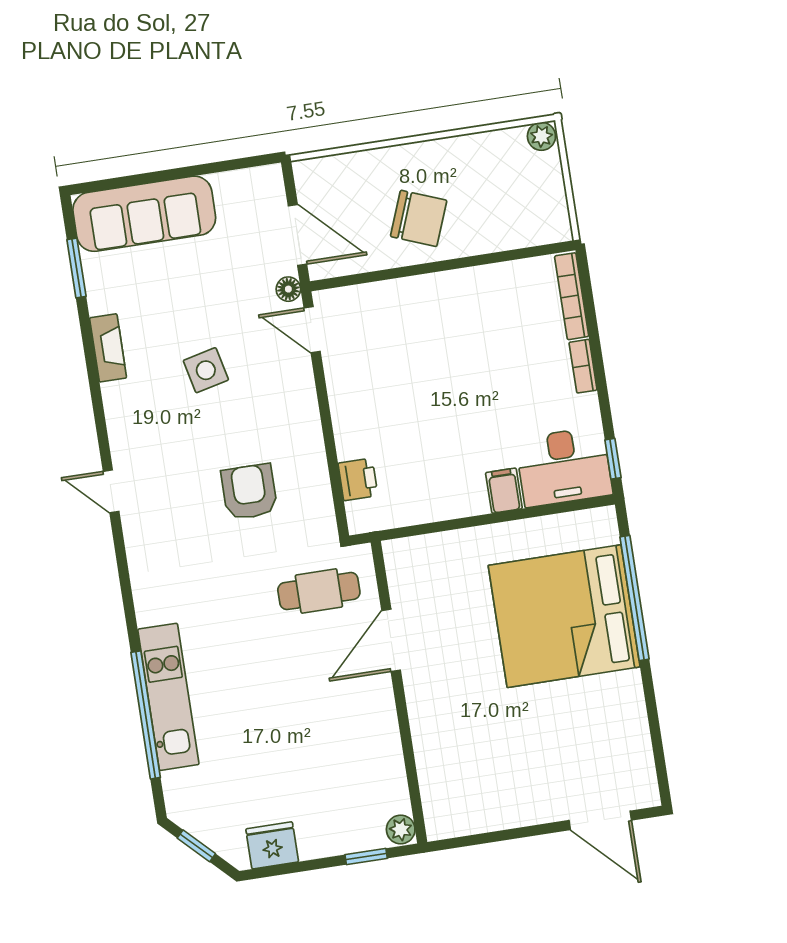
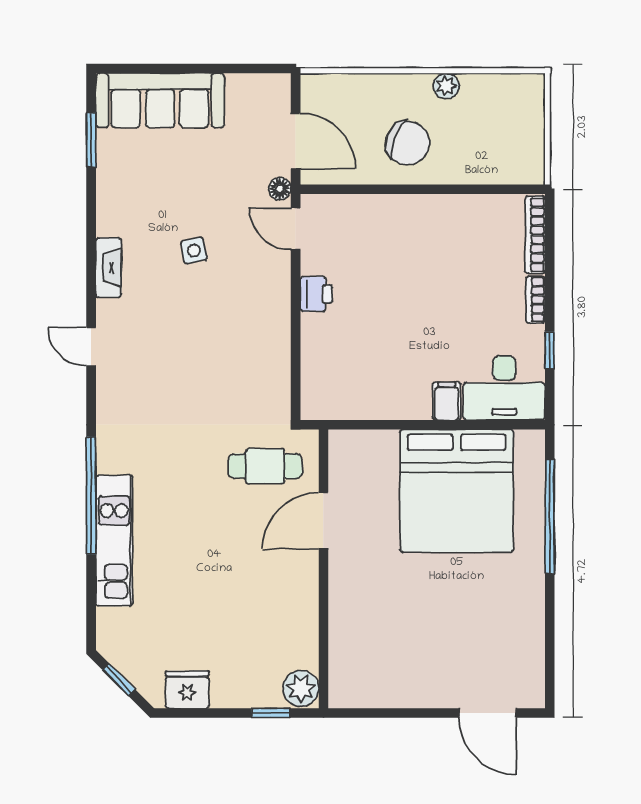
plant: (541, 136) -> (446, 86), moved
fireplace: (108, 348) -> (108, 268), moved
side table: (206, 370) -> (194, 251), width x0.73, depth x0.73
window: (613, 459) -> (550, 350), moved
printer: (358, 479) -> (316, 294), moved
armchair: (249, 492) -> (216, 367), removed
bed: (564, 616) -> (457, 491), moved, turned -90
window: (146, 715) -> (91, 495), moved
plant: (401, 829) -> (301, 688), width x1.38, depth x1.38

